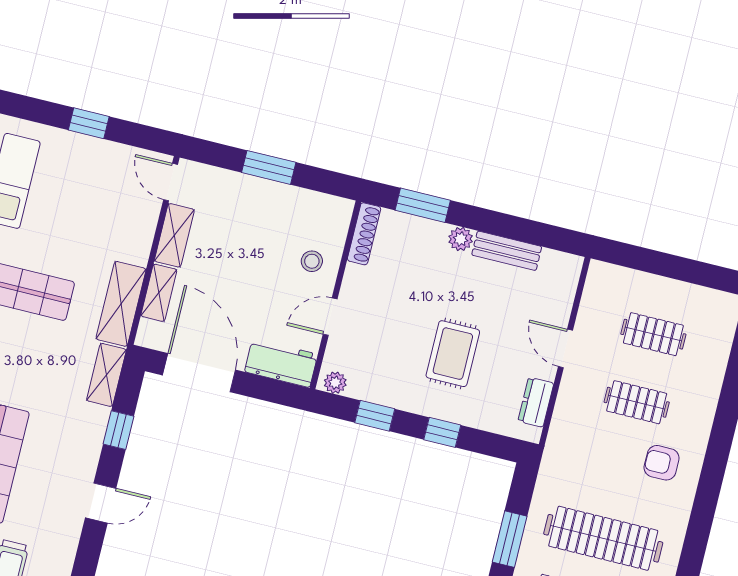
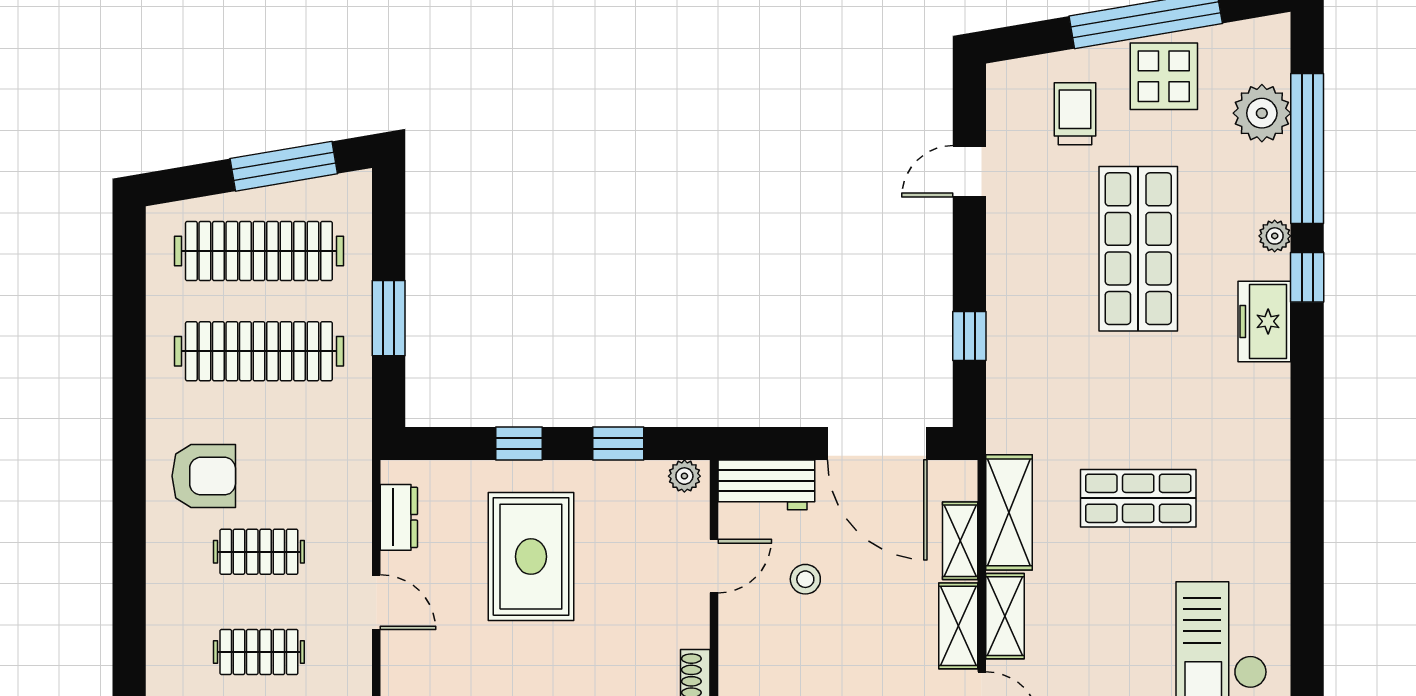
stool: (312, 261) -> (805, 579), moved
rug: (453, 354) -> (531, 557), width x1.36, depth x1.43
shelving: (106, 375) -> (1005, 616), moved
armchair: (662, 463) -> (204, 476), width x1.38, depth x1.38
door: (101, 503) -> (969, 171), moved

